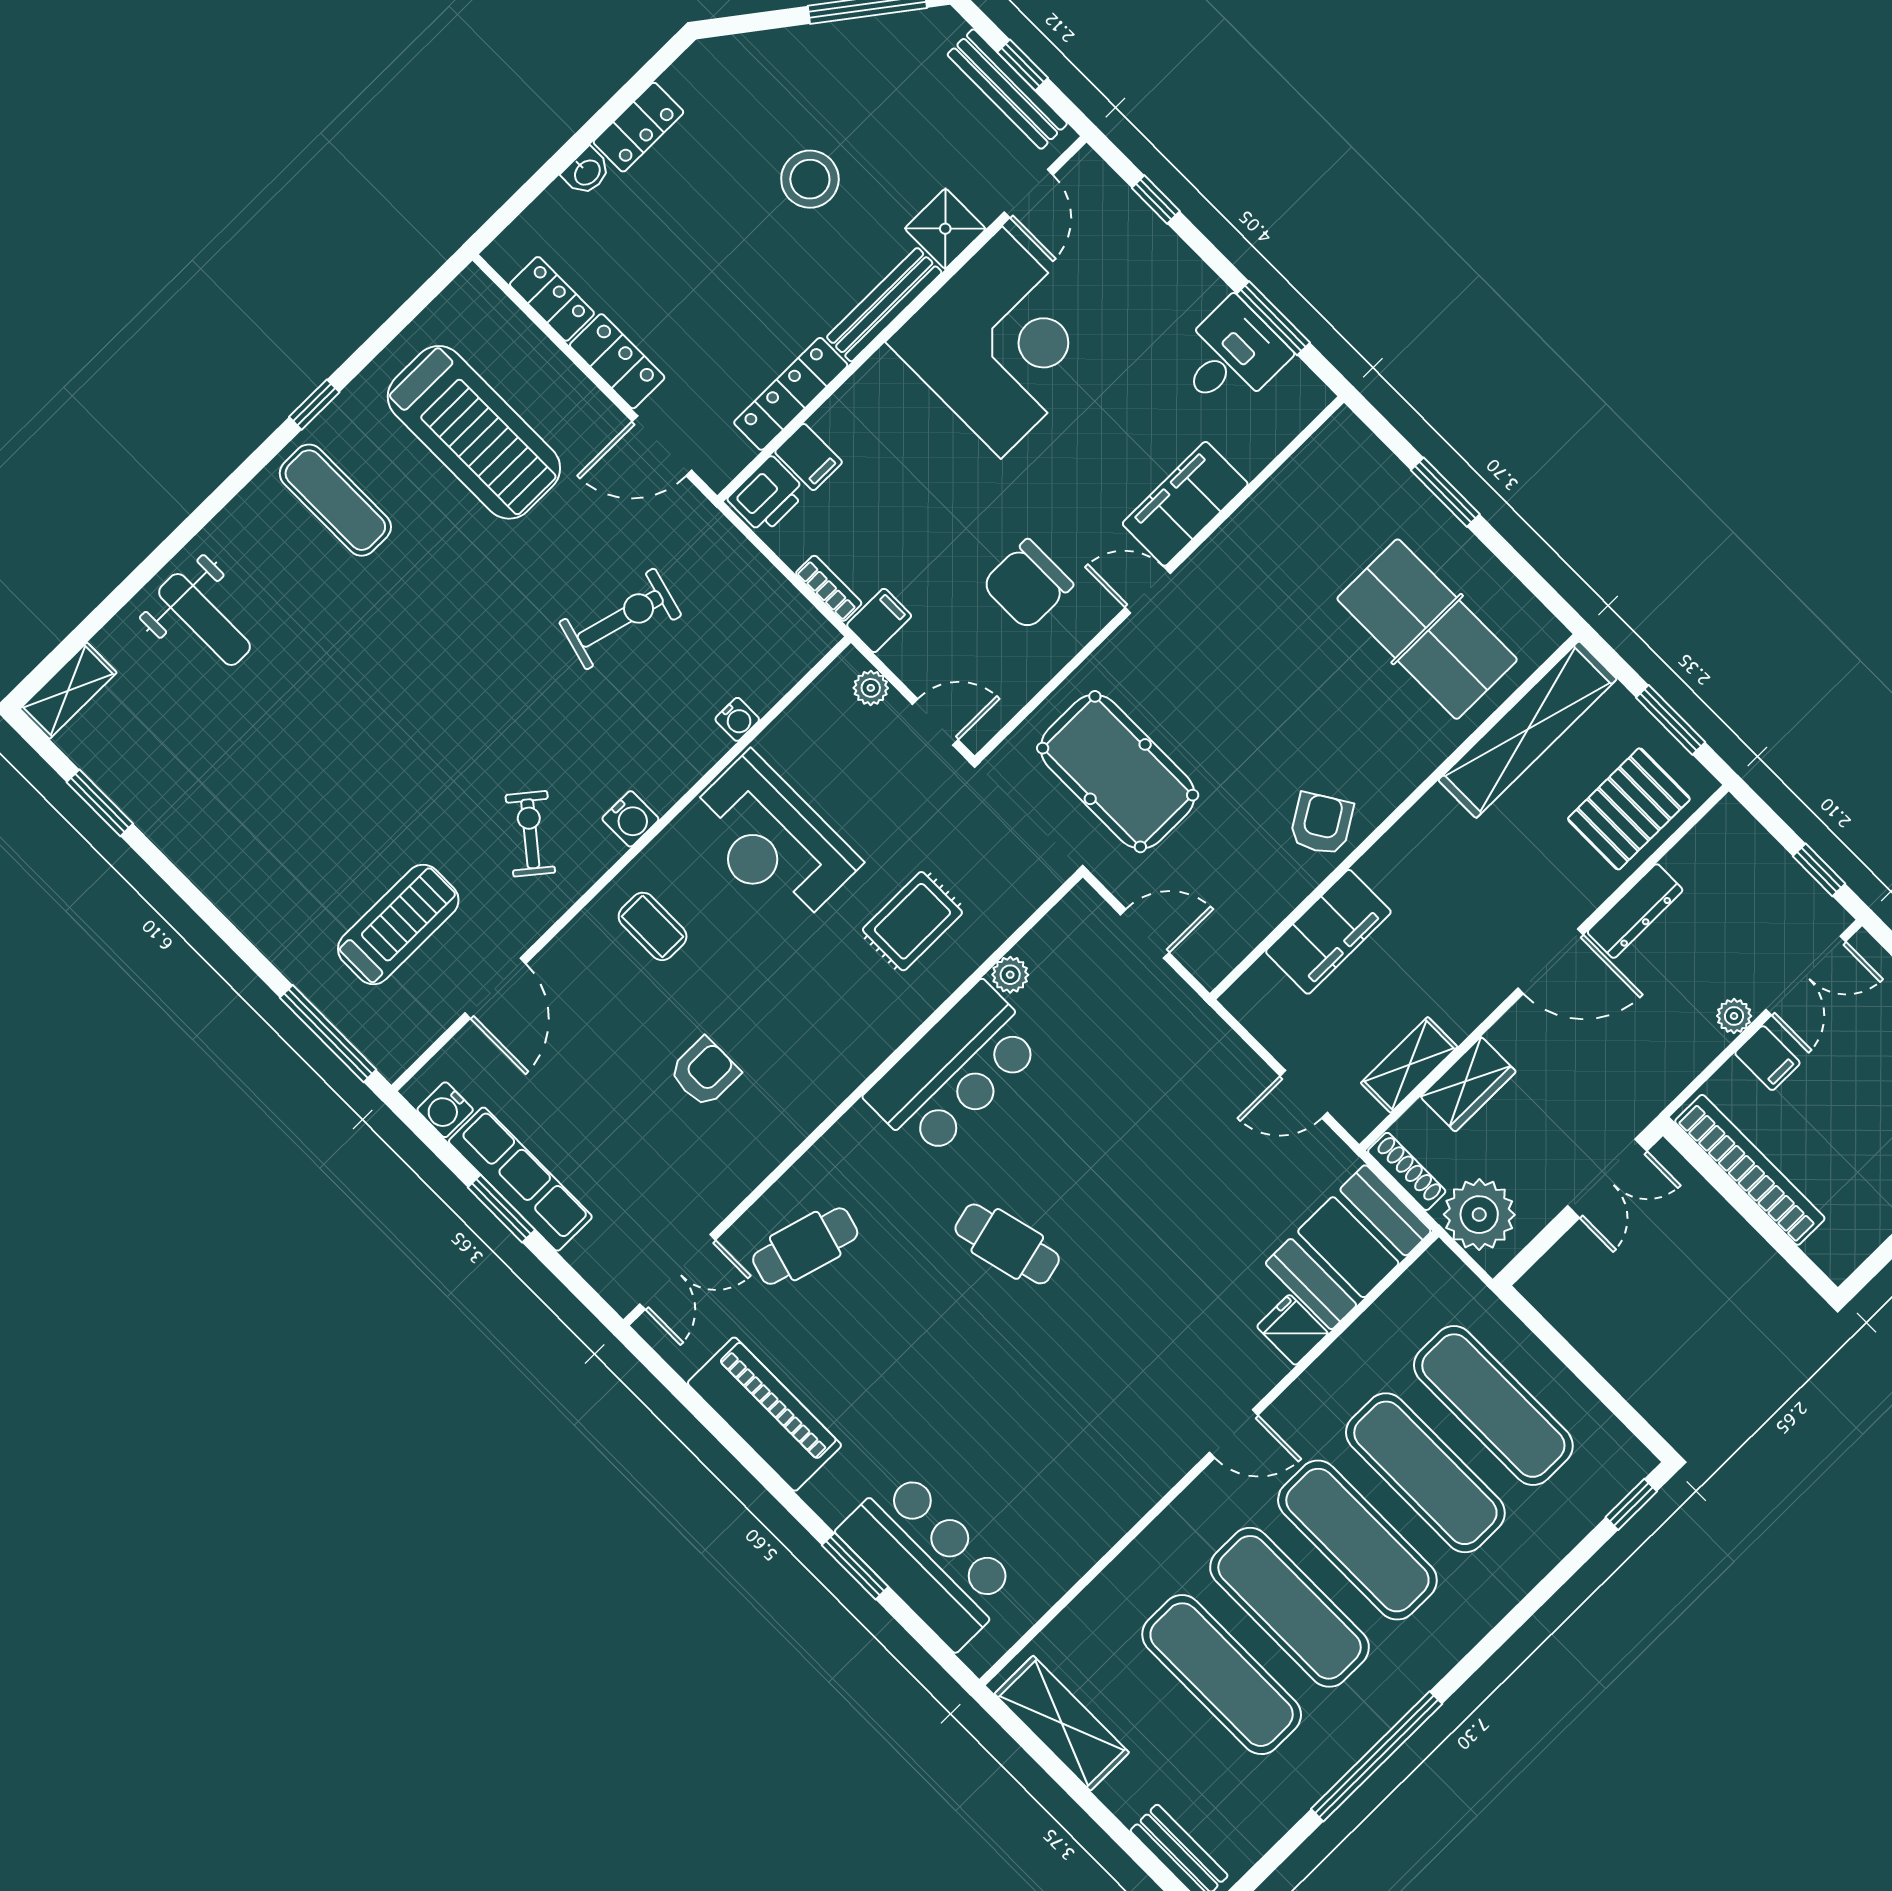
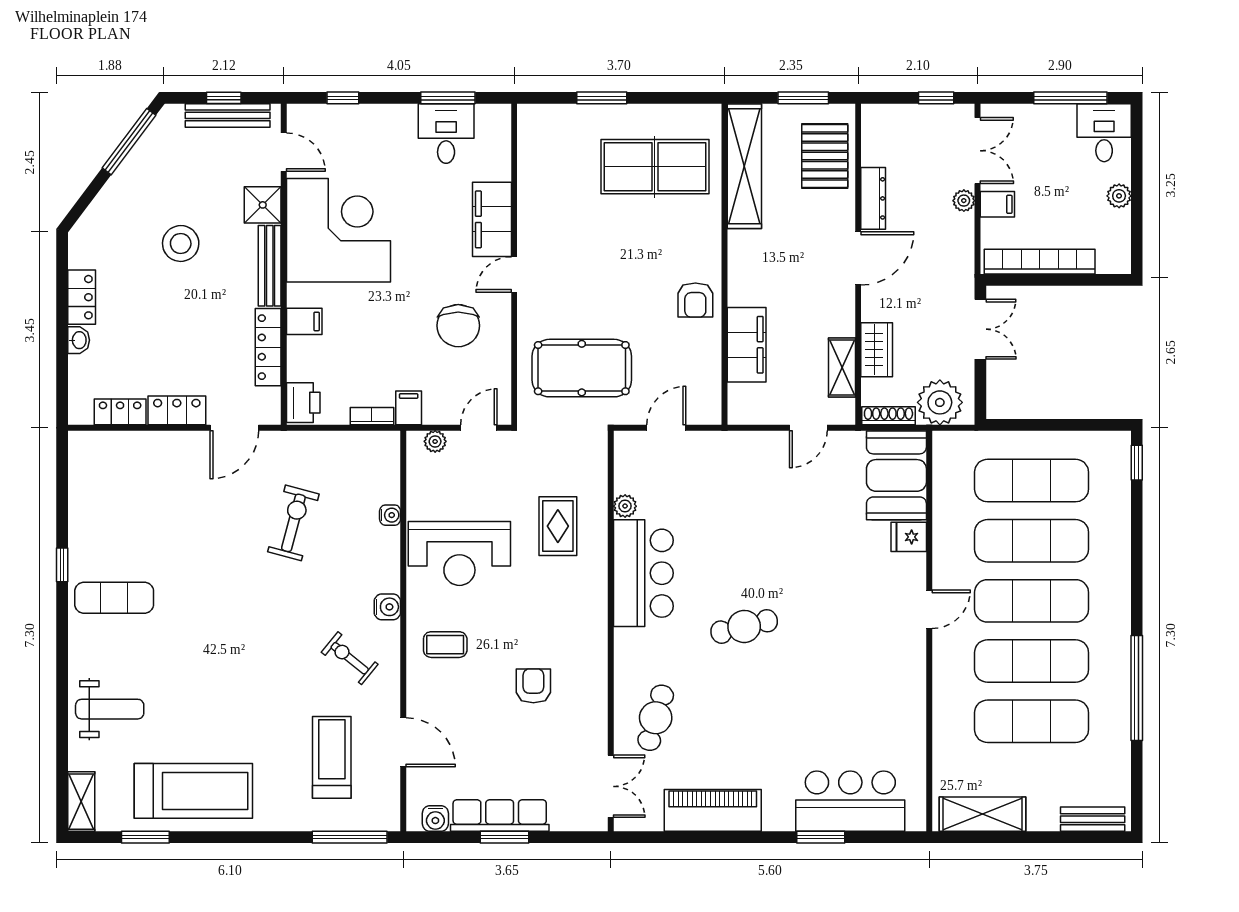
treadmill: (474, 432) -> (193, 791), moved
filing cabinet: (809, 457) -> (304, 321), moved
armchair: (1321, 824) -> (695, 300), turned -148

